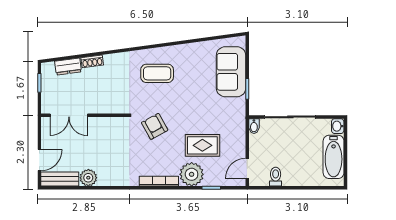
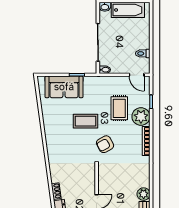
coffee table: (157, 73) -> (86, 121), moved, turned 90

